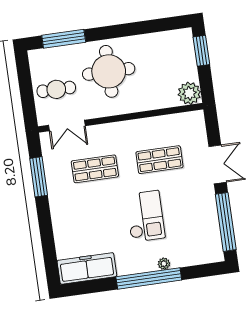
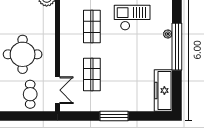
window: (39, 177) -> (114, 116), moved
checkout: (145, 216) -> (132, 18), moved

